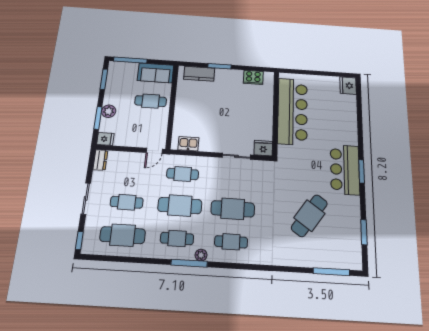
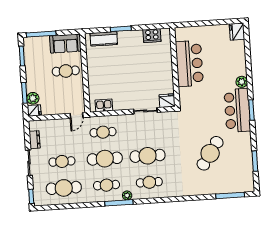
plant: (109, 111) -> (33, 98), moved
bar counter: (293, 111) -> (189, 63), width x0.73
plant: (351, 139) -> (242, 82), added
dresser: (100, 160) -> (35, 140), moved

